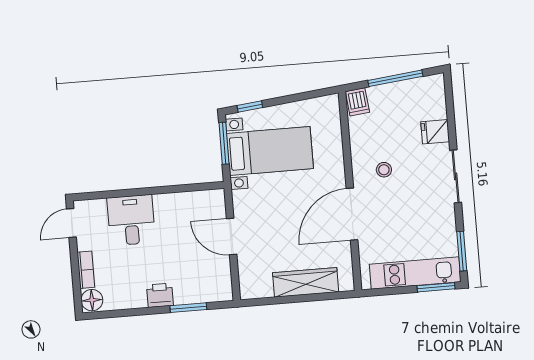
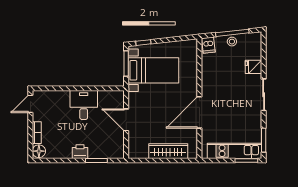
stool: (384, 170) -> (232, 42), moved
desk: (131, 220) -> (84, 105), moved

